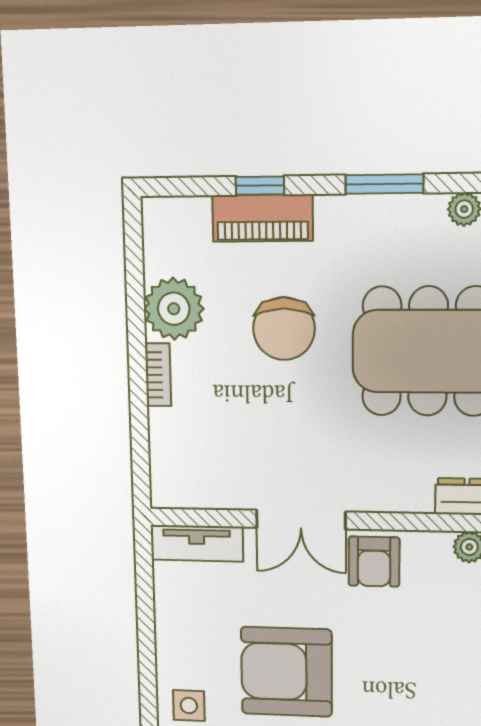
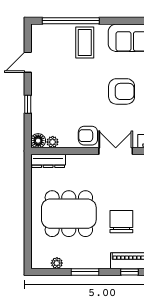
armchair: (374, 562) -> (88, 136), turned -90
armchair: (286, 672) -> (122, 91), width x0.73, depth x0.73

